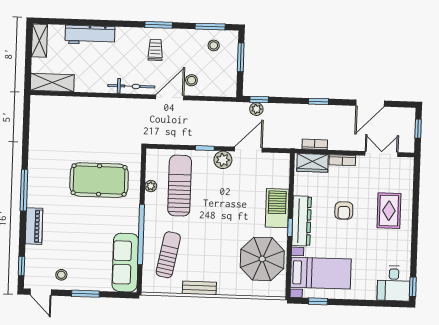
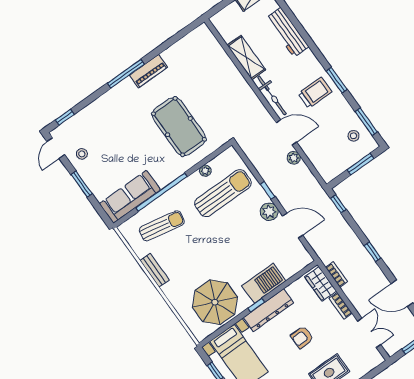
trolley: (155, 50) -> (315, 93), width x1.36, depth x1.39
stool: (191, 80) -> (313, 139), removed
shelving: (52, 82) -> (246, 58), moved
plant: (256, 109) -> (294, 158), moved
piano: (34, 226) -> (148, 71), moved

